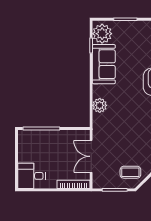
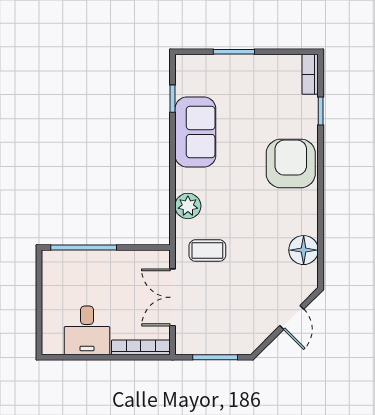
plant: (102, 34) -> (192, 77), removed
coffee table: (130, 172) -> (207, 251), moved
desk: (31, 176) -> (87, 330), moved, turned -90

